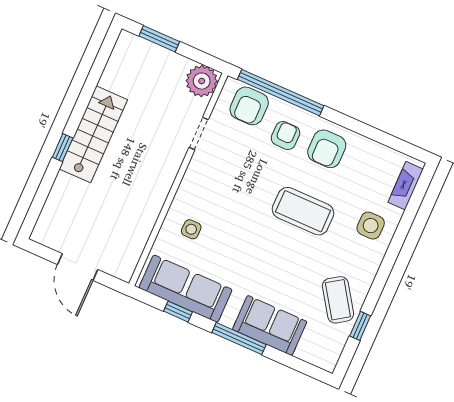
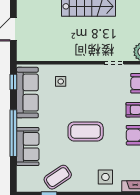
coffee table: (303, 211) -> (86, 131), moved, turned 90
window: (178, 312) -> (13, 82), moved
window: (239, 339) -> (13, 133), width x1.46

